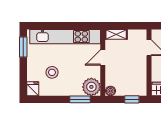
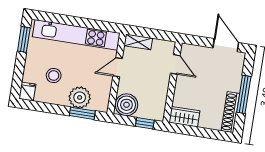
plant: (91, 87) -> (80, 97), moved
boiler: (110, 91) -> (126, 105), width x1.86, depth x1.86

